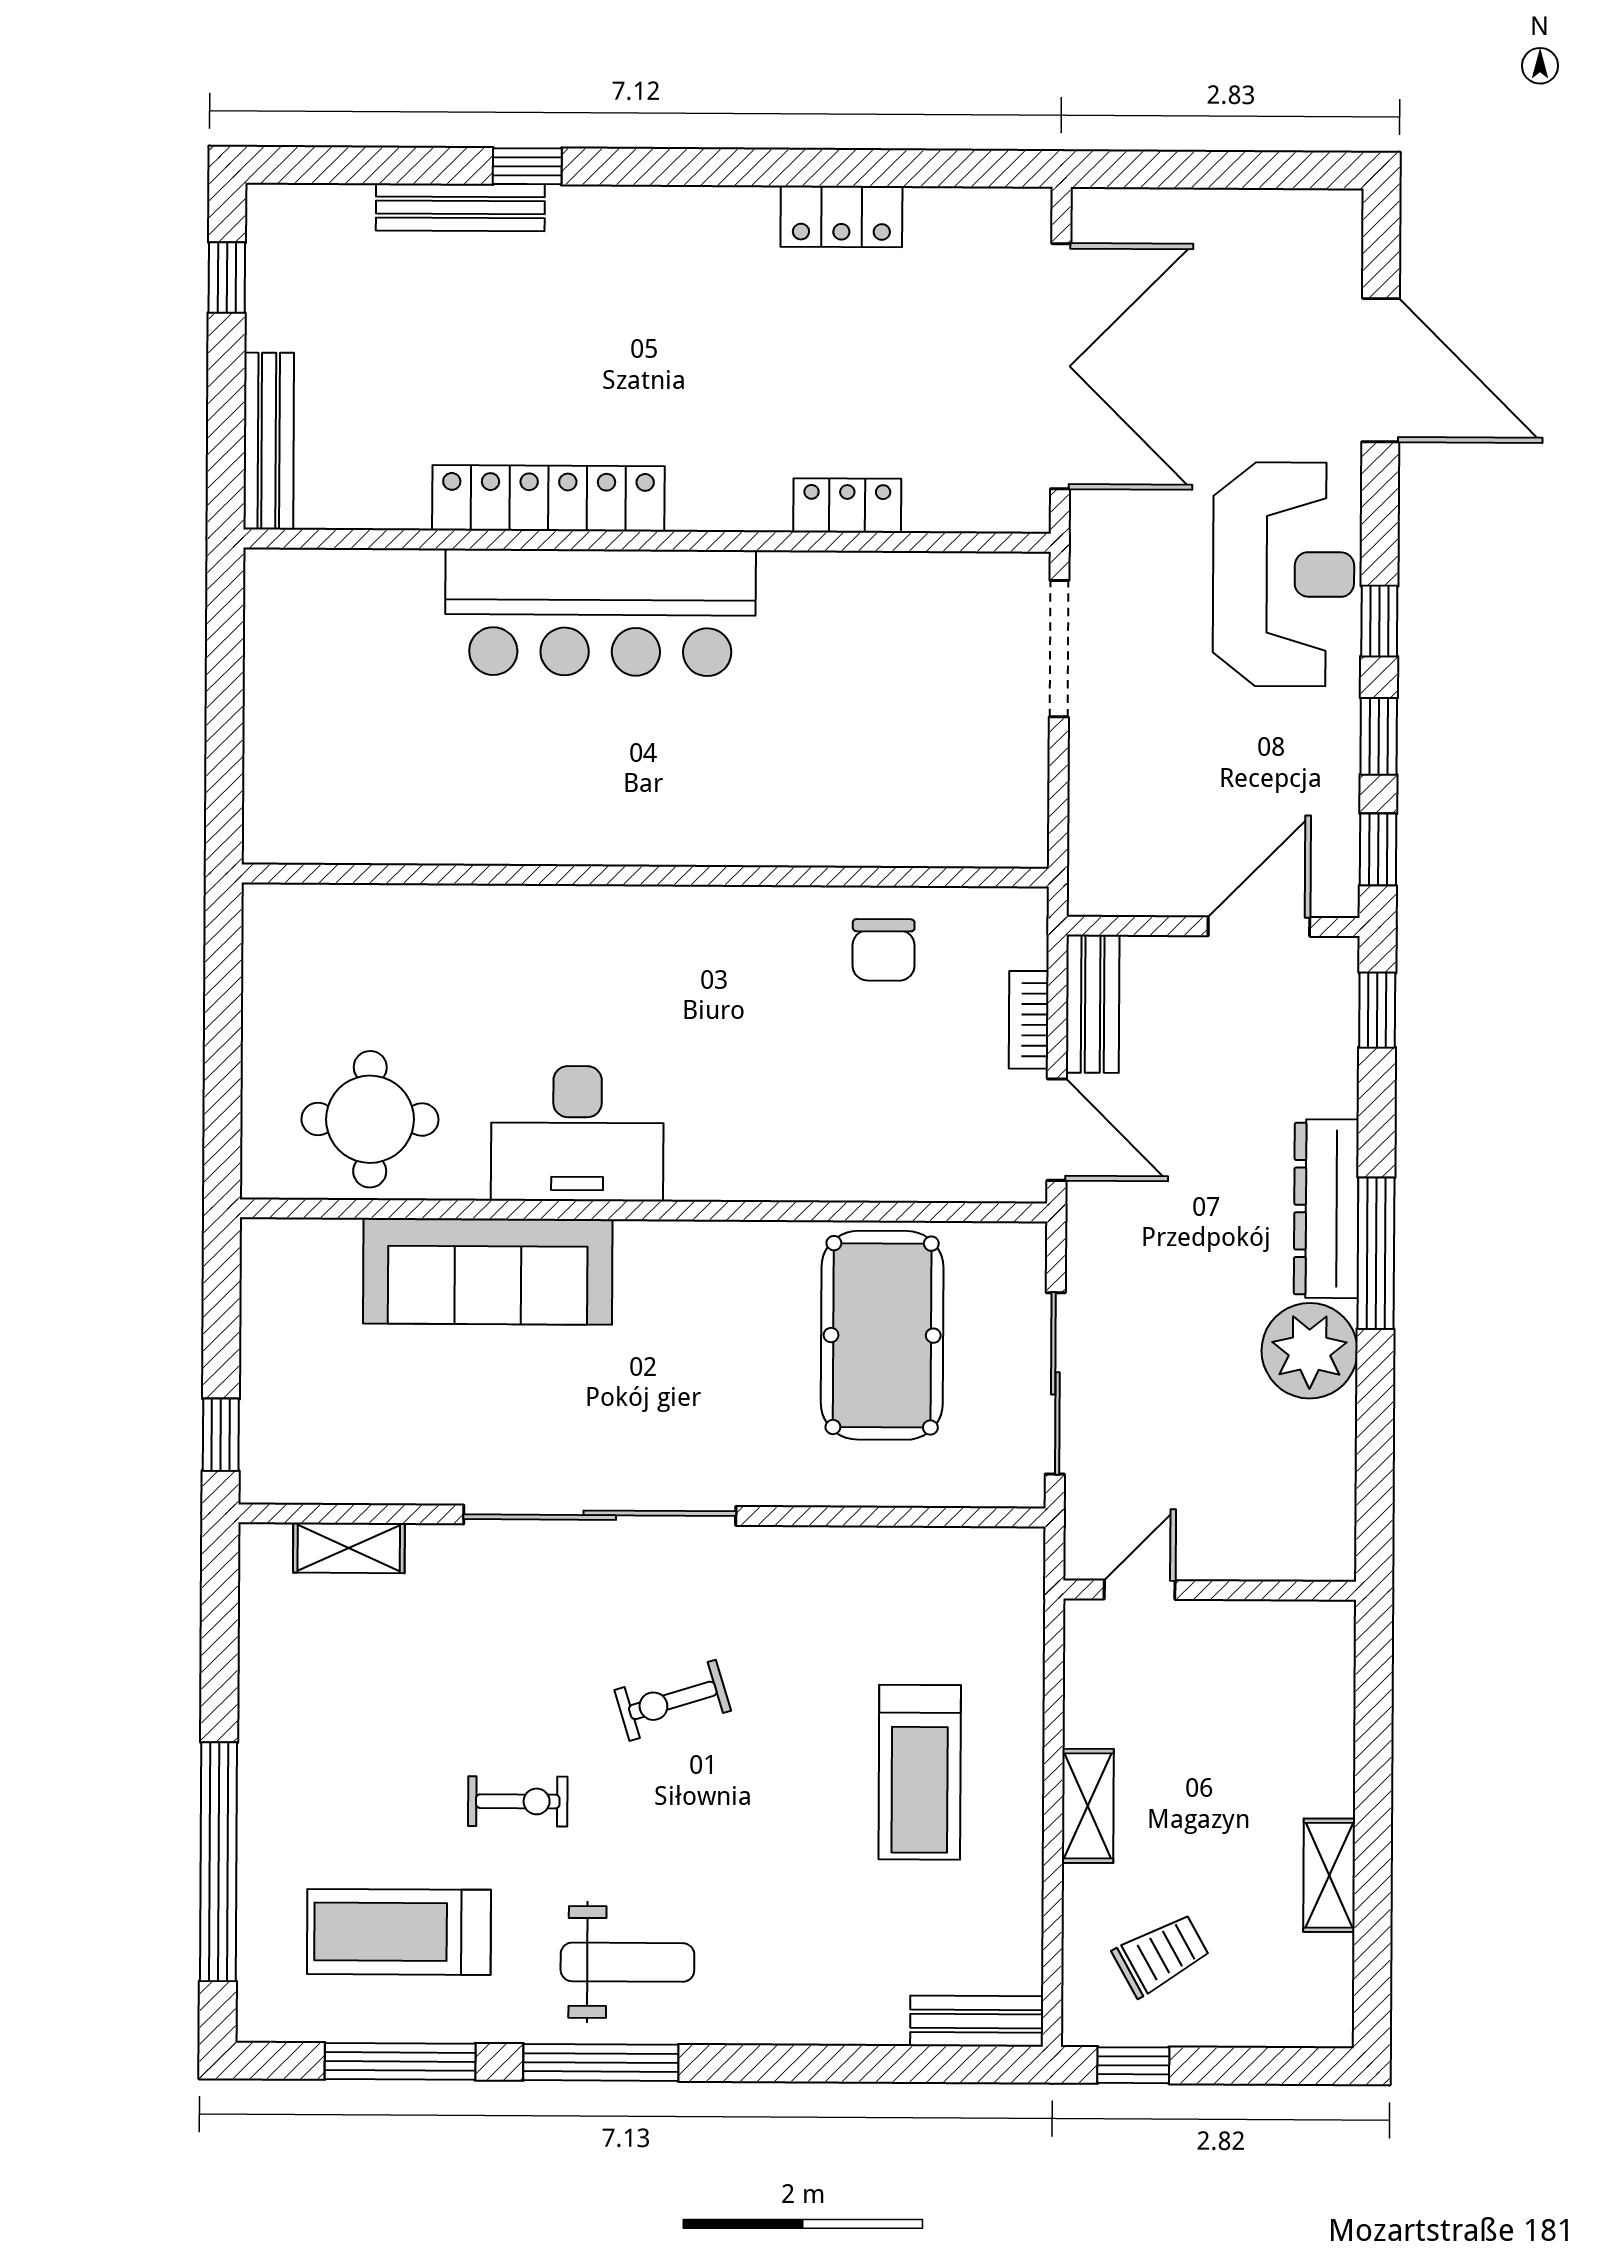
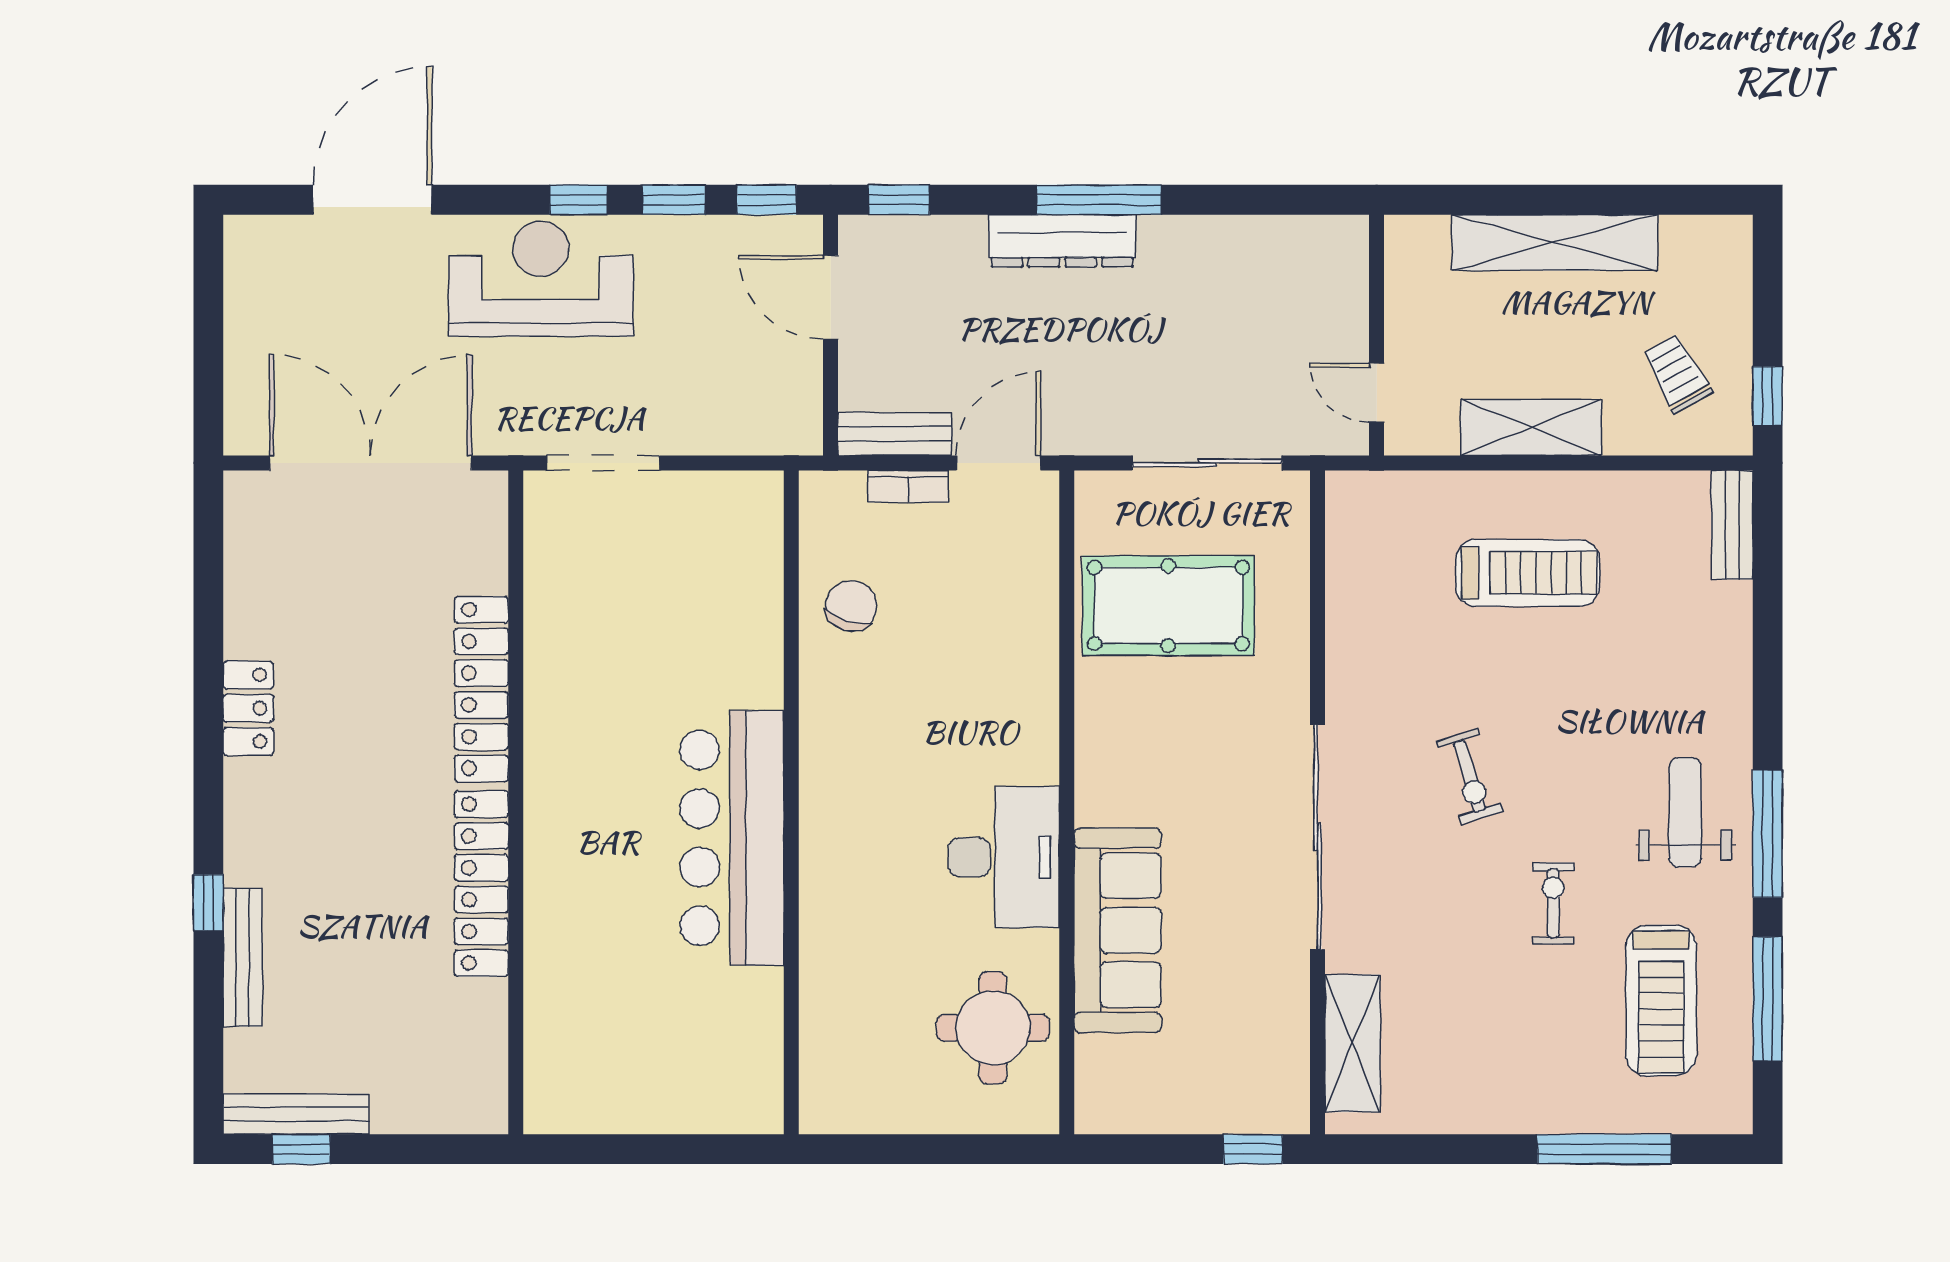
locker: (841, 216) -> (248, 708), moved
bench: (269, 441) -> (296, 1114), moved
locker: (847, 506) -> (481, 689), width x2.16, depth x1.21
bar counter: (600, 612) -> (732, 838), moved, turned 180
chair: (884, 950) -> (851, 606), turned -73
plant: (1310, 1351) -> (1179, 254), removed
shelving: (349, 1548) -> (1352, 1043), width x1.50, depth x1.33
shelving: (1088, 1806) -> (1531, 427), width x1.50, depth x1.33
window: (219, 1862) -> (1604, 1149), width x0.68
shelving: (1329, 1875) -> (1555, 243), width x2.20, depth x1.33

